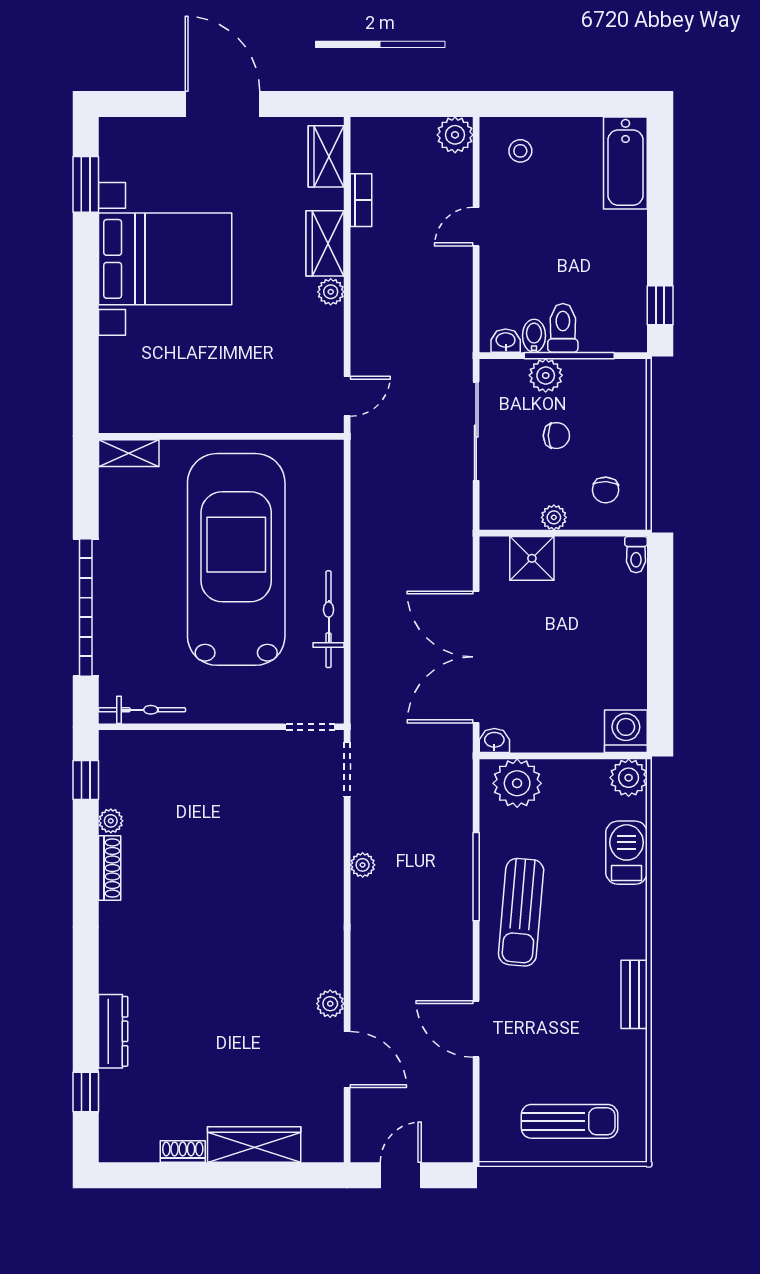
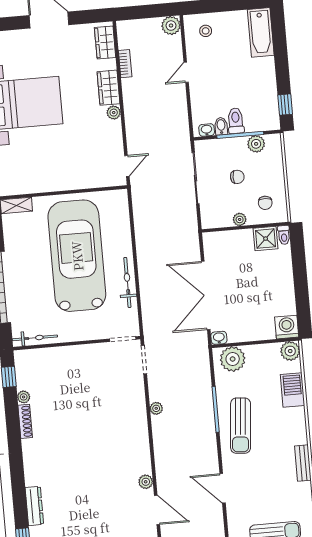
plant: (546, 375) -> (256, 144), moved
shower: (532, 558) -> (266, 239), moved

